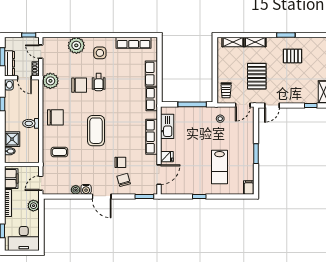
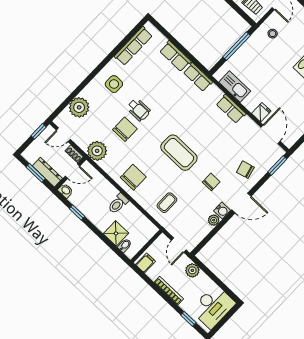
plant: (76, 45) -> (79, 107), moved
row of seats: (152, 137) -> (231, 109), width x0.68
chair: (120, 162) -> (211, 182), moved
filing cabinet: (11, 179) -> (145, 263), width x0.50

